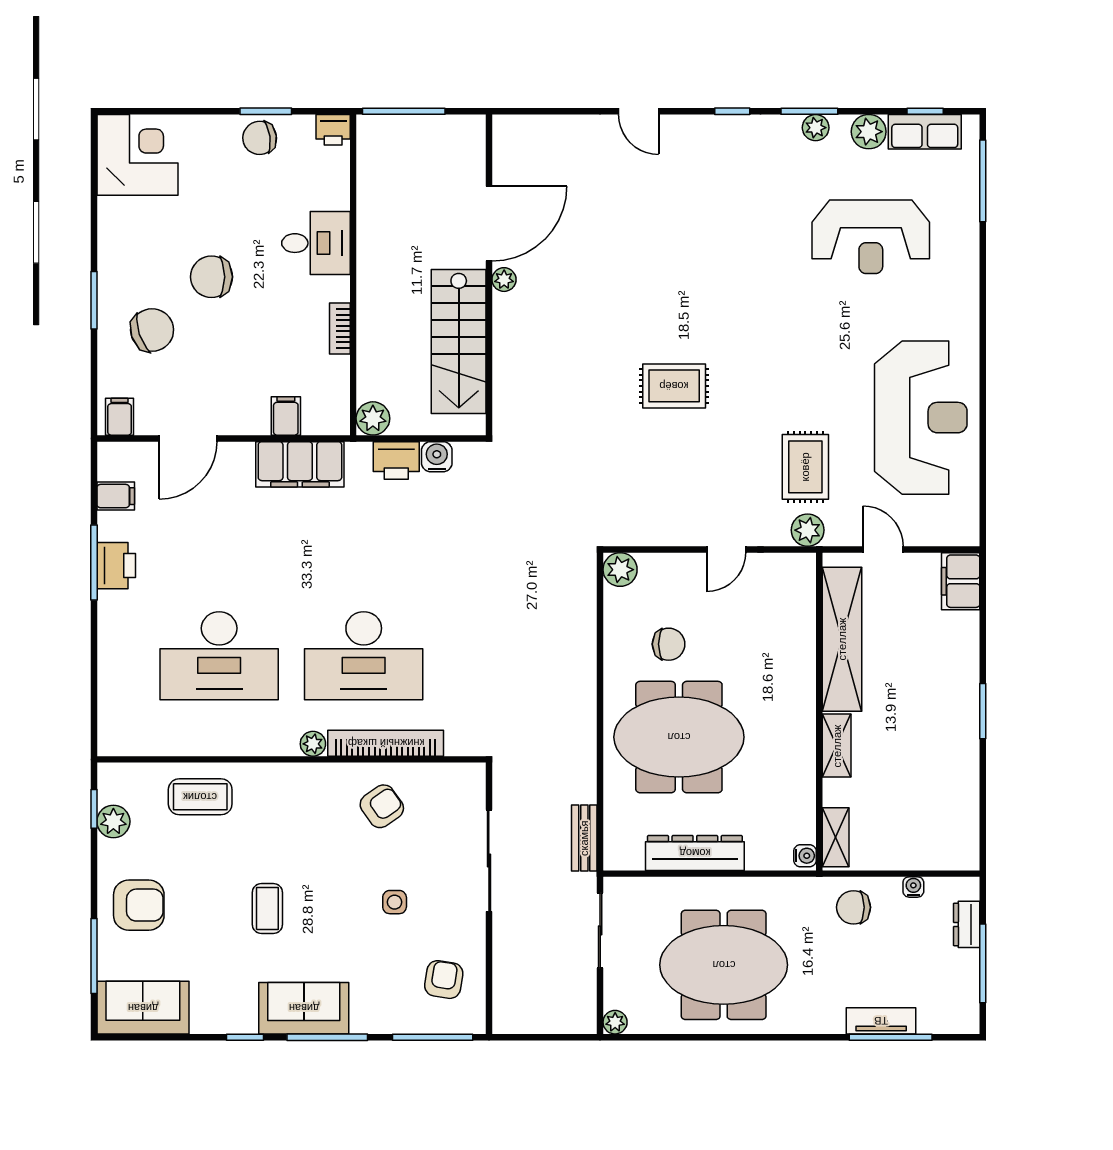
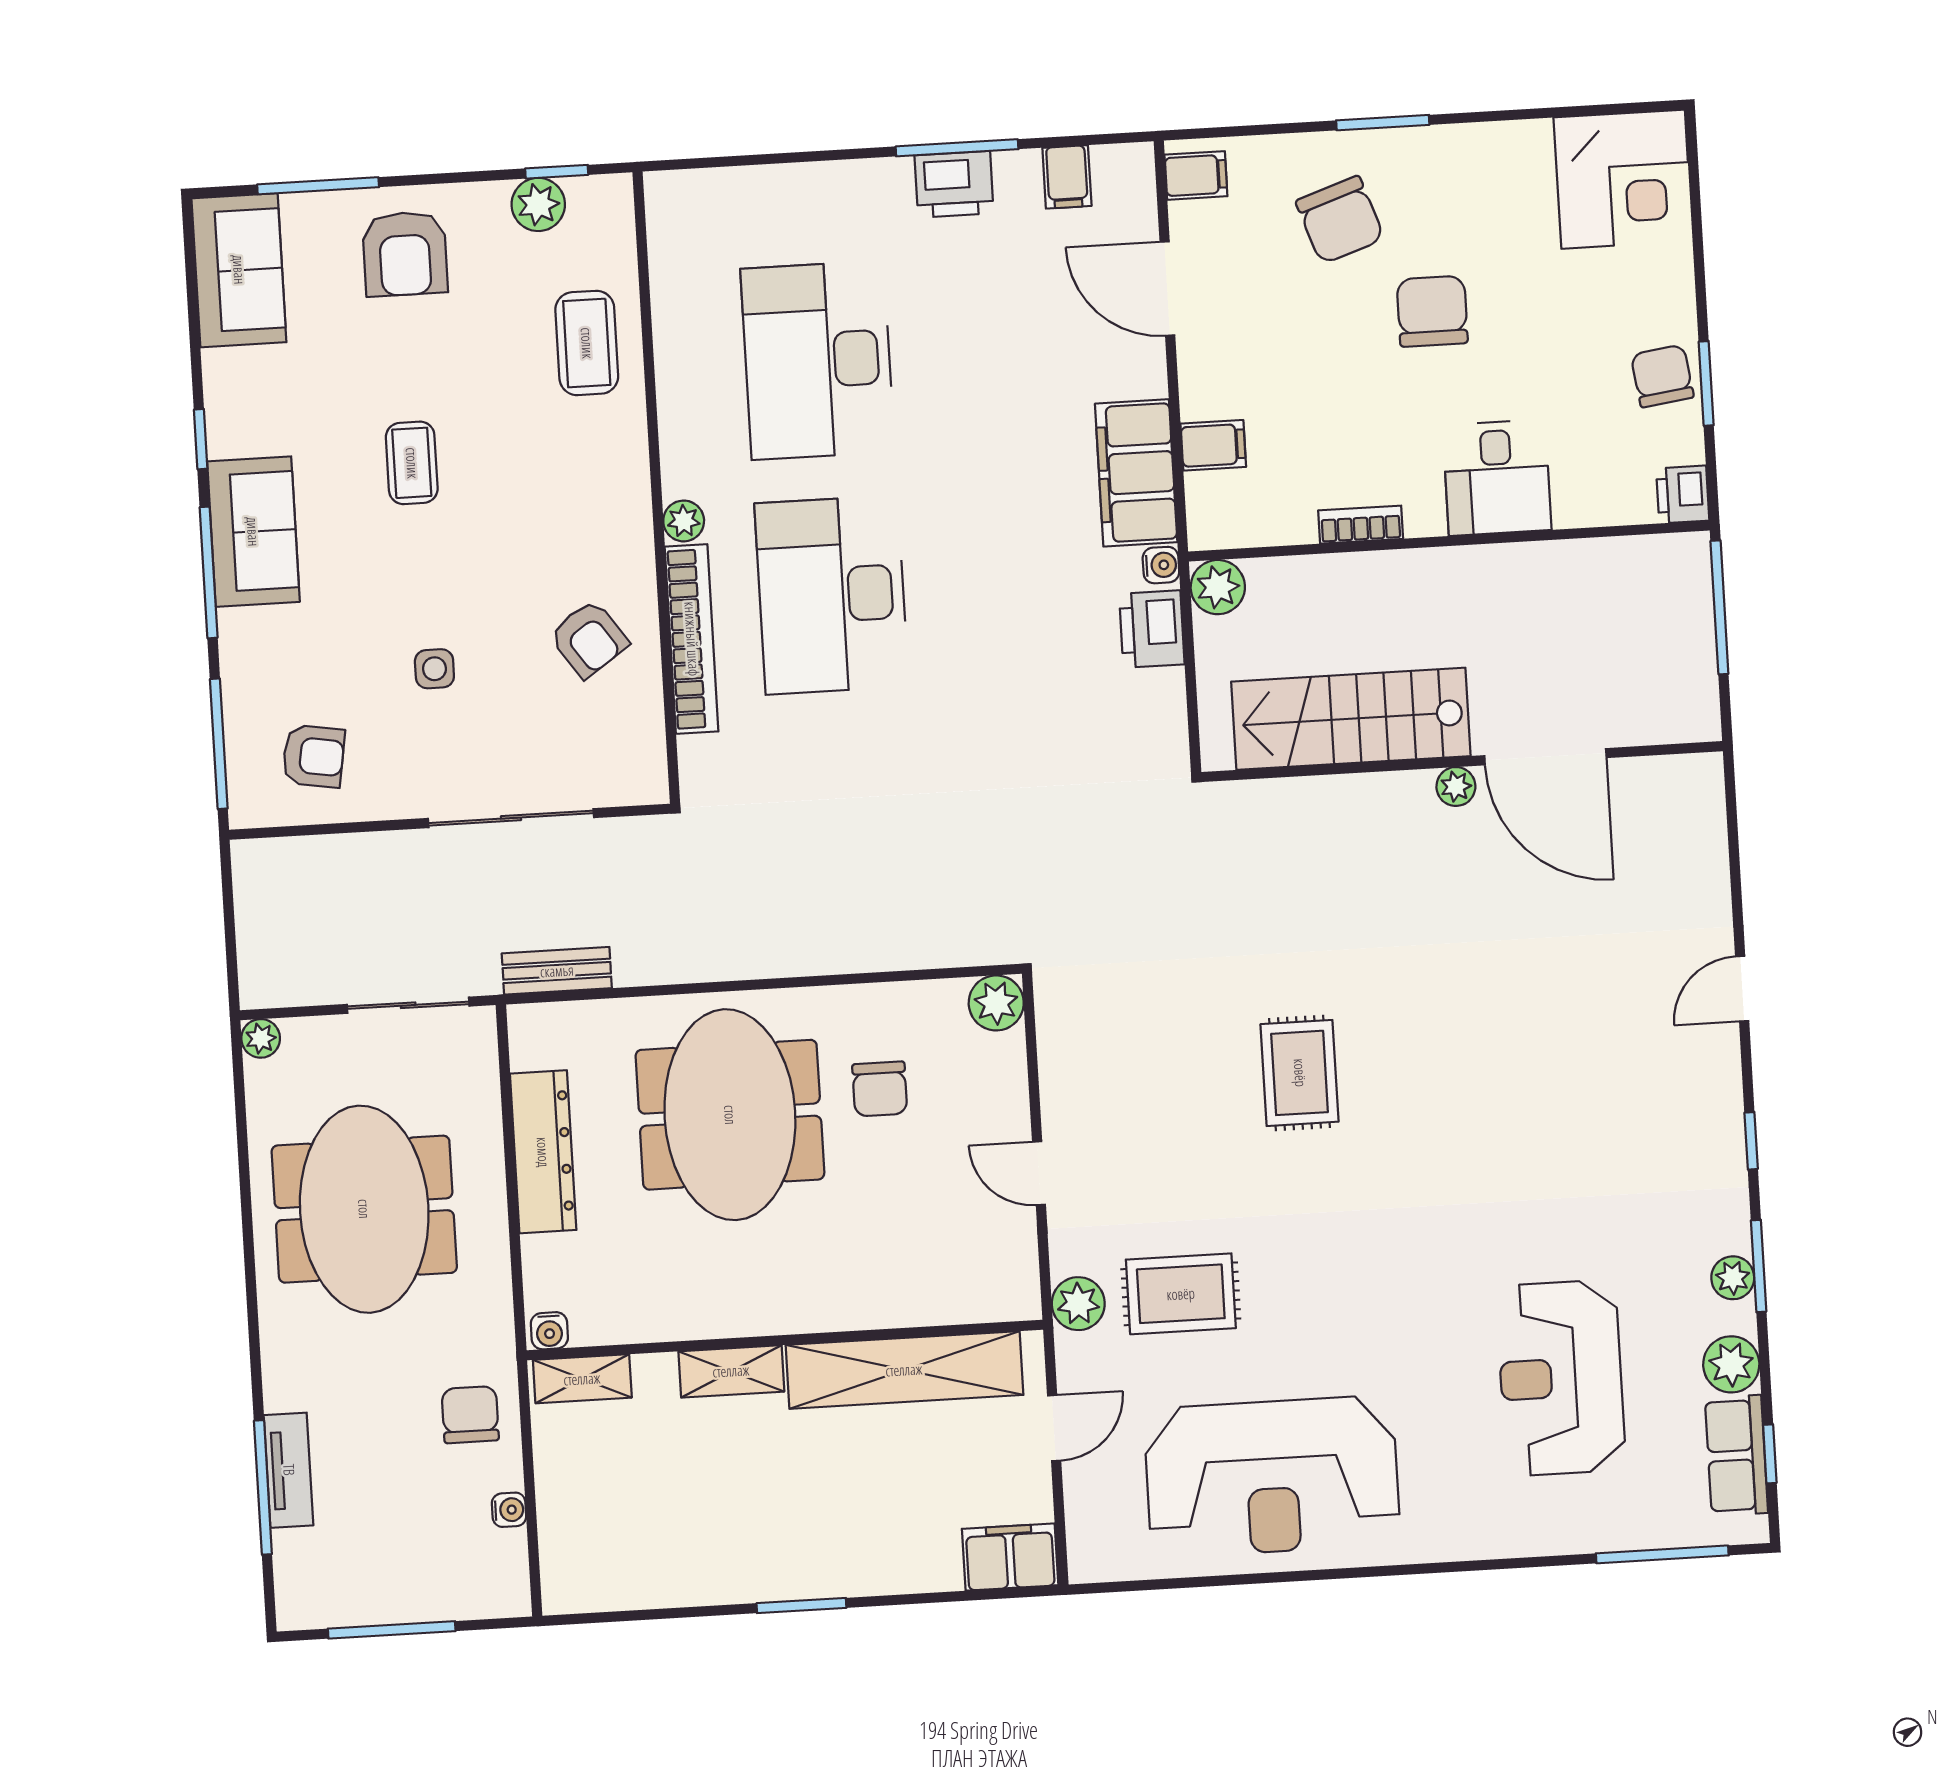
water cooler: (437, 457) -> (1161, 565), moved, width x0.72, depth x0.72
coffee table: (267, 909) -> (412, 463), turned 90
dresser: (967, 924) -> (453, 1600), removed

